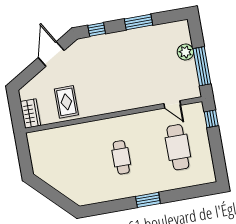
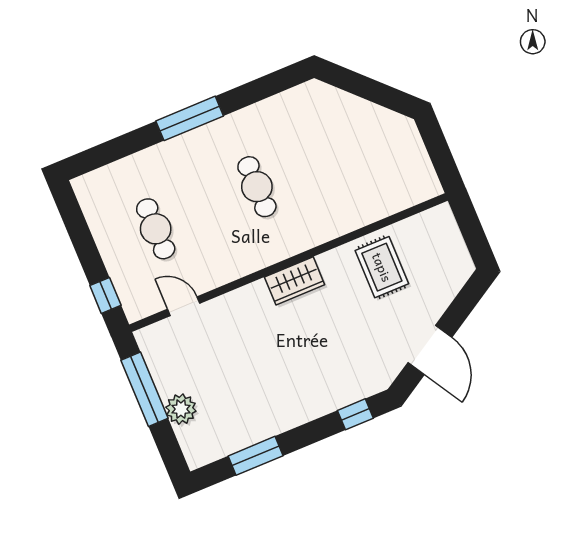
window: (139, 22) -> (256, 456), moved
wardrobe: (30, 114) -> (295, 281), moved, turned -90
cafe table: (178, 147) -> (156, 229), width x0.73, depth x0.74
window: (148, 200) -> (190, 118), width x1.44

